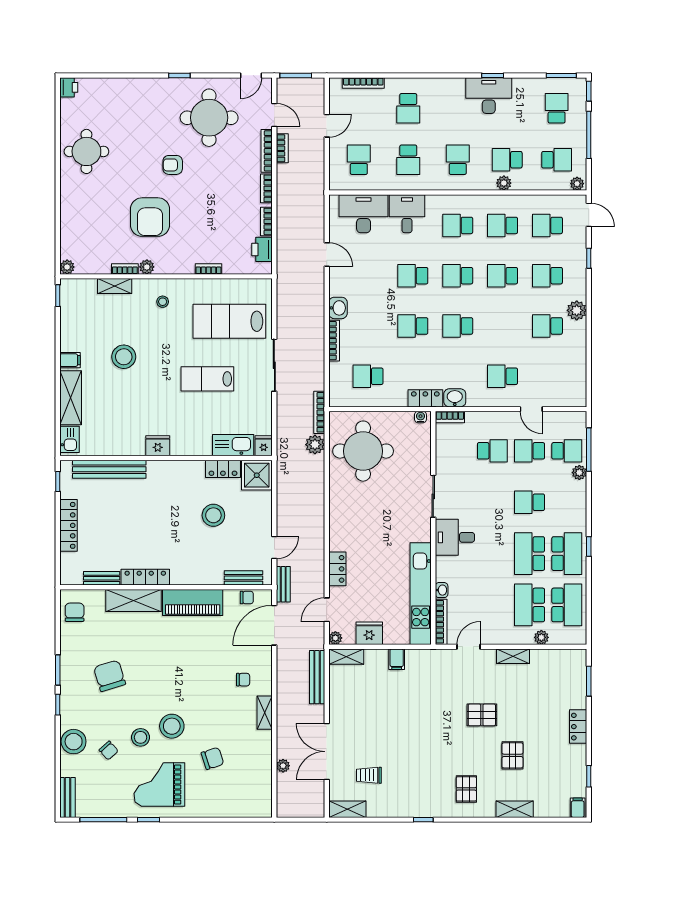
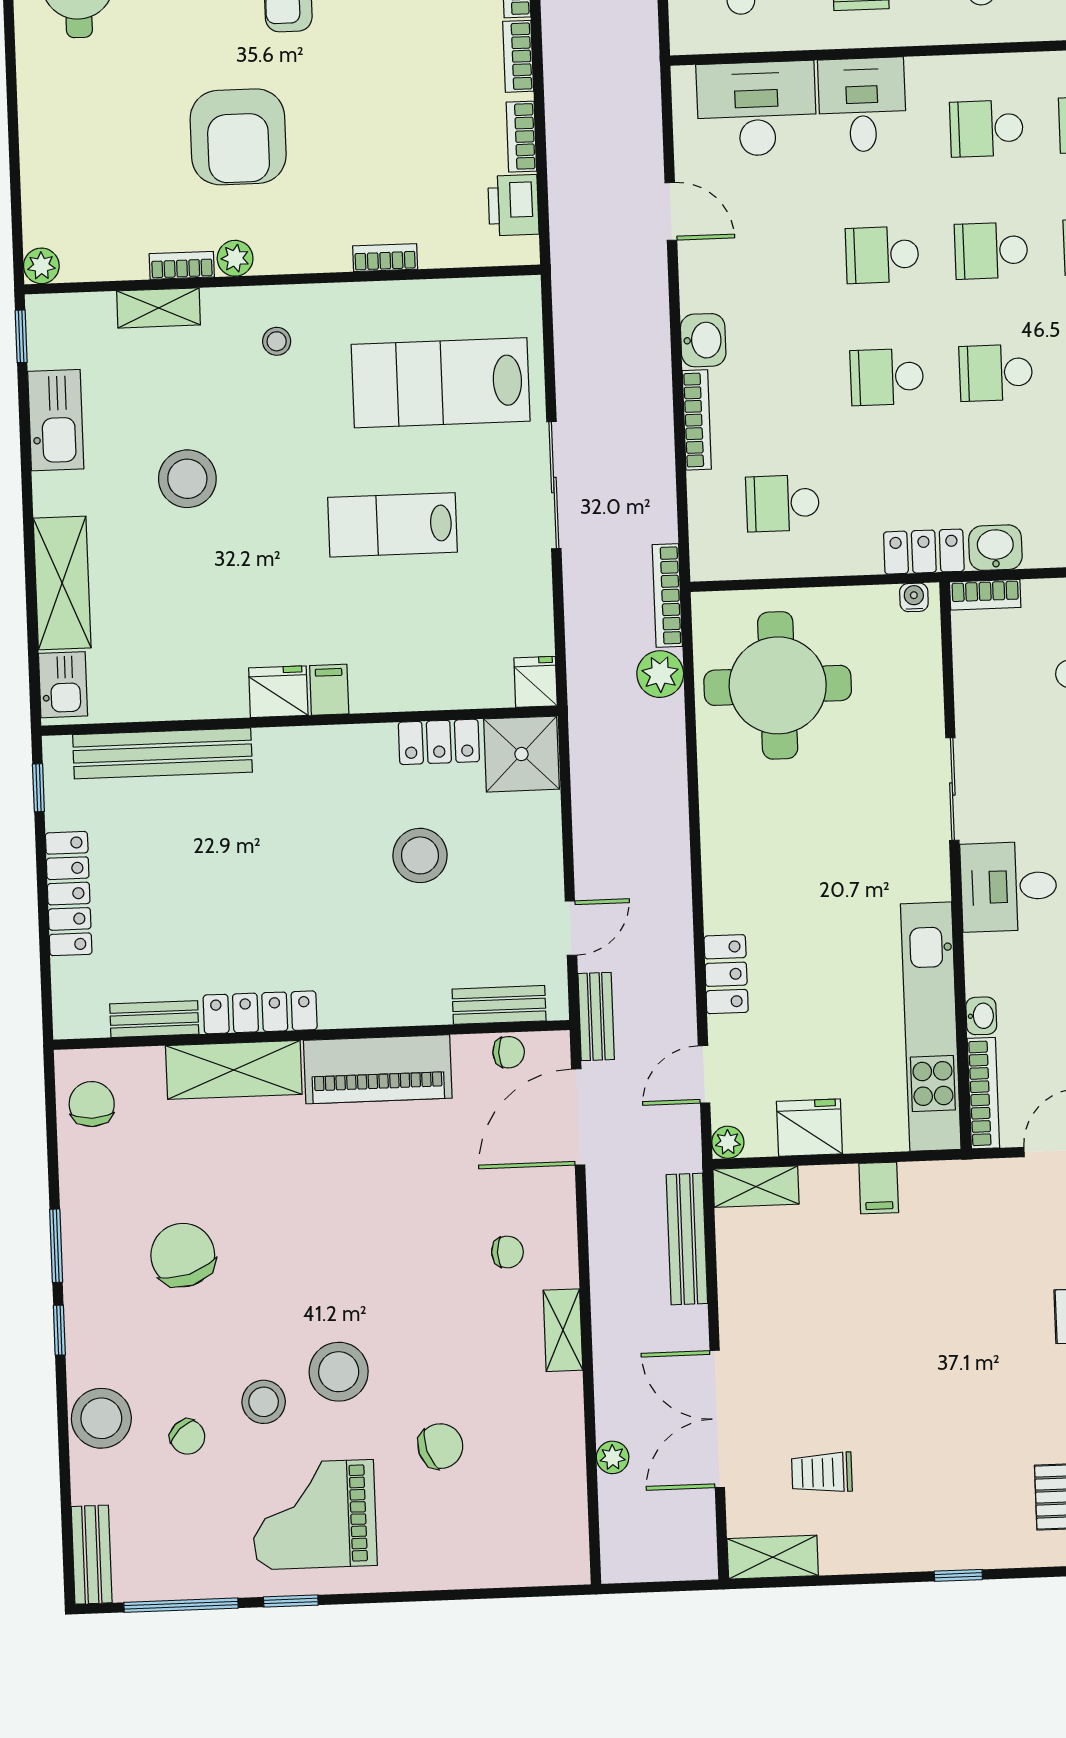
filing cabinet: (70, 360) -> (329, 690), moved, turned -90
kitchen sink: (233, 445) -> (56, 420), moved, turned 90

